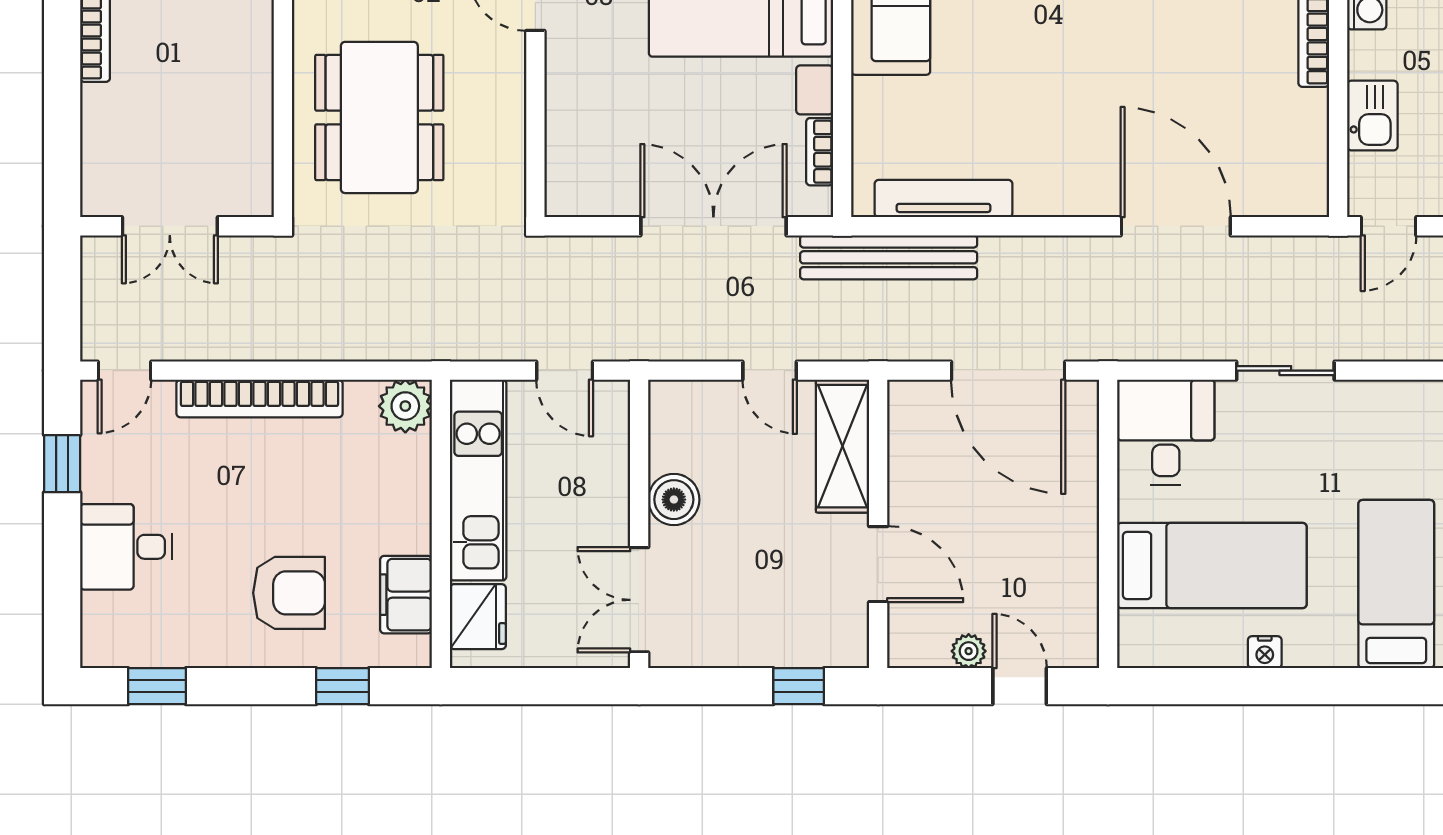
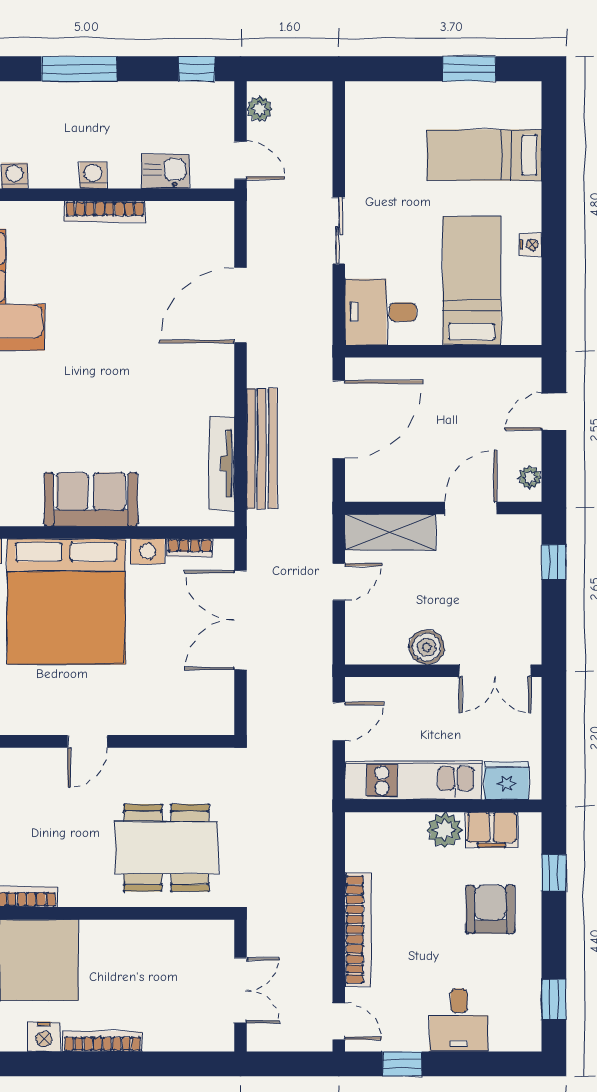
bench: (889, 257) -> (262, 449), moved
plant: (405, 406) -> (445, 830), moved
plant: (969, 651) -> (530, 477), moved

